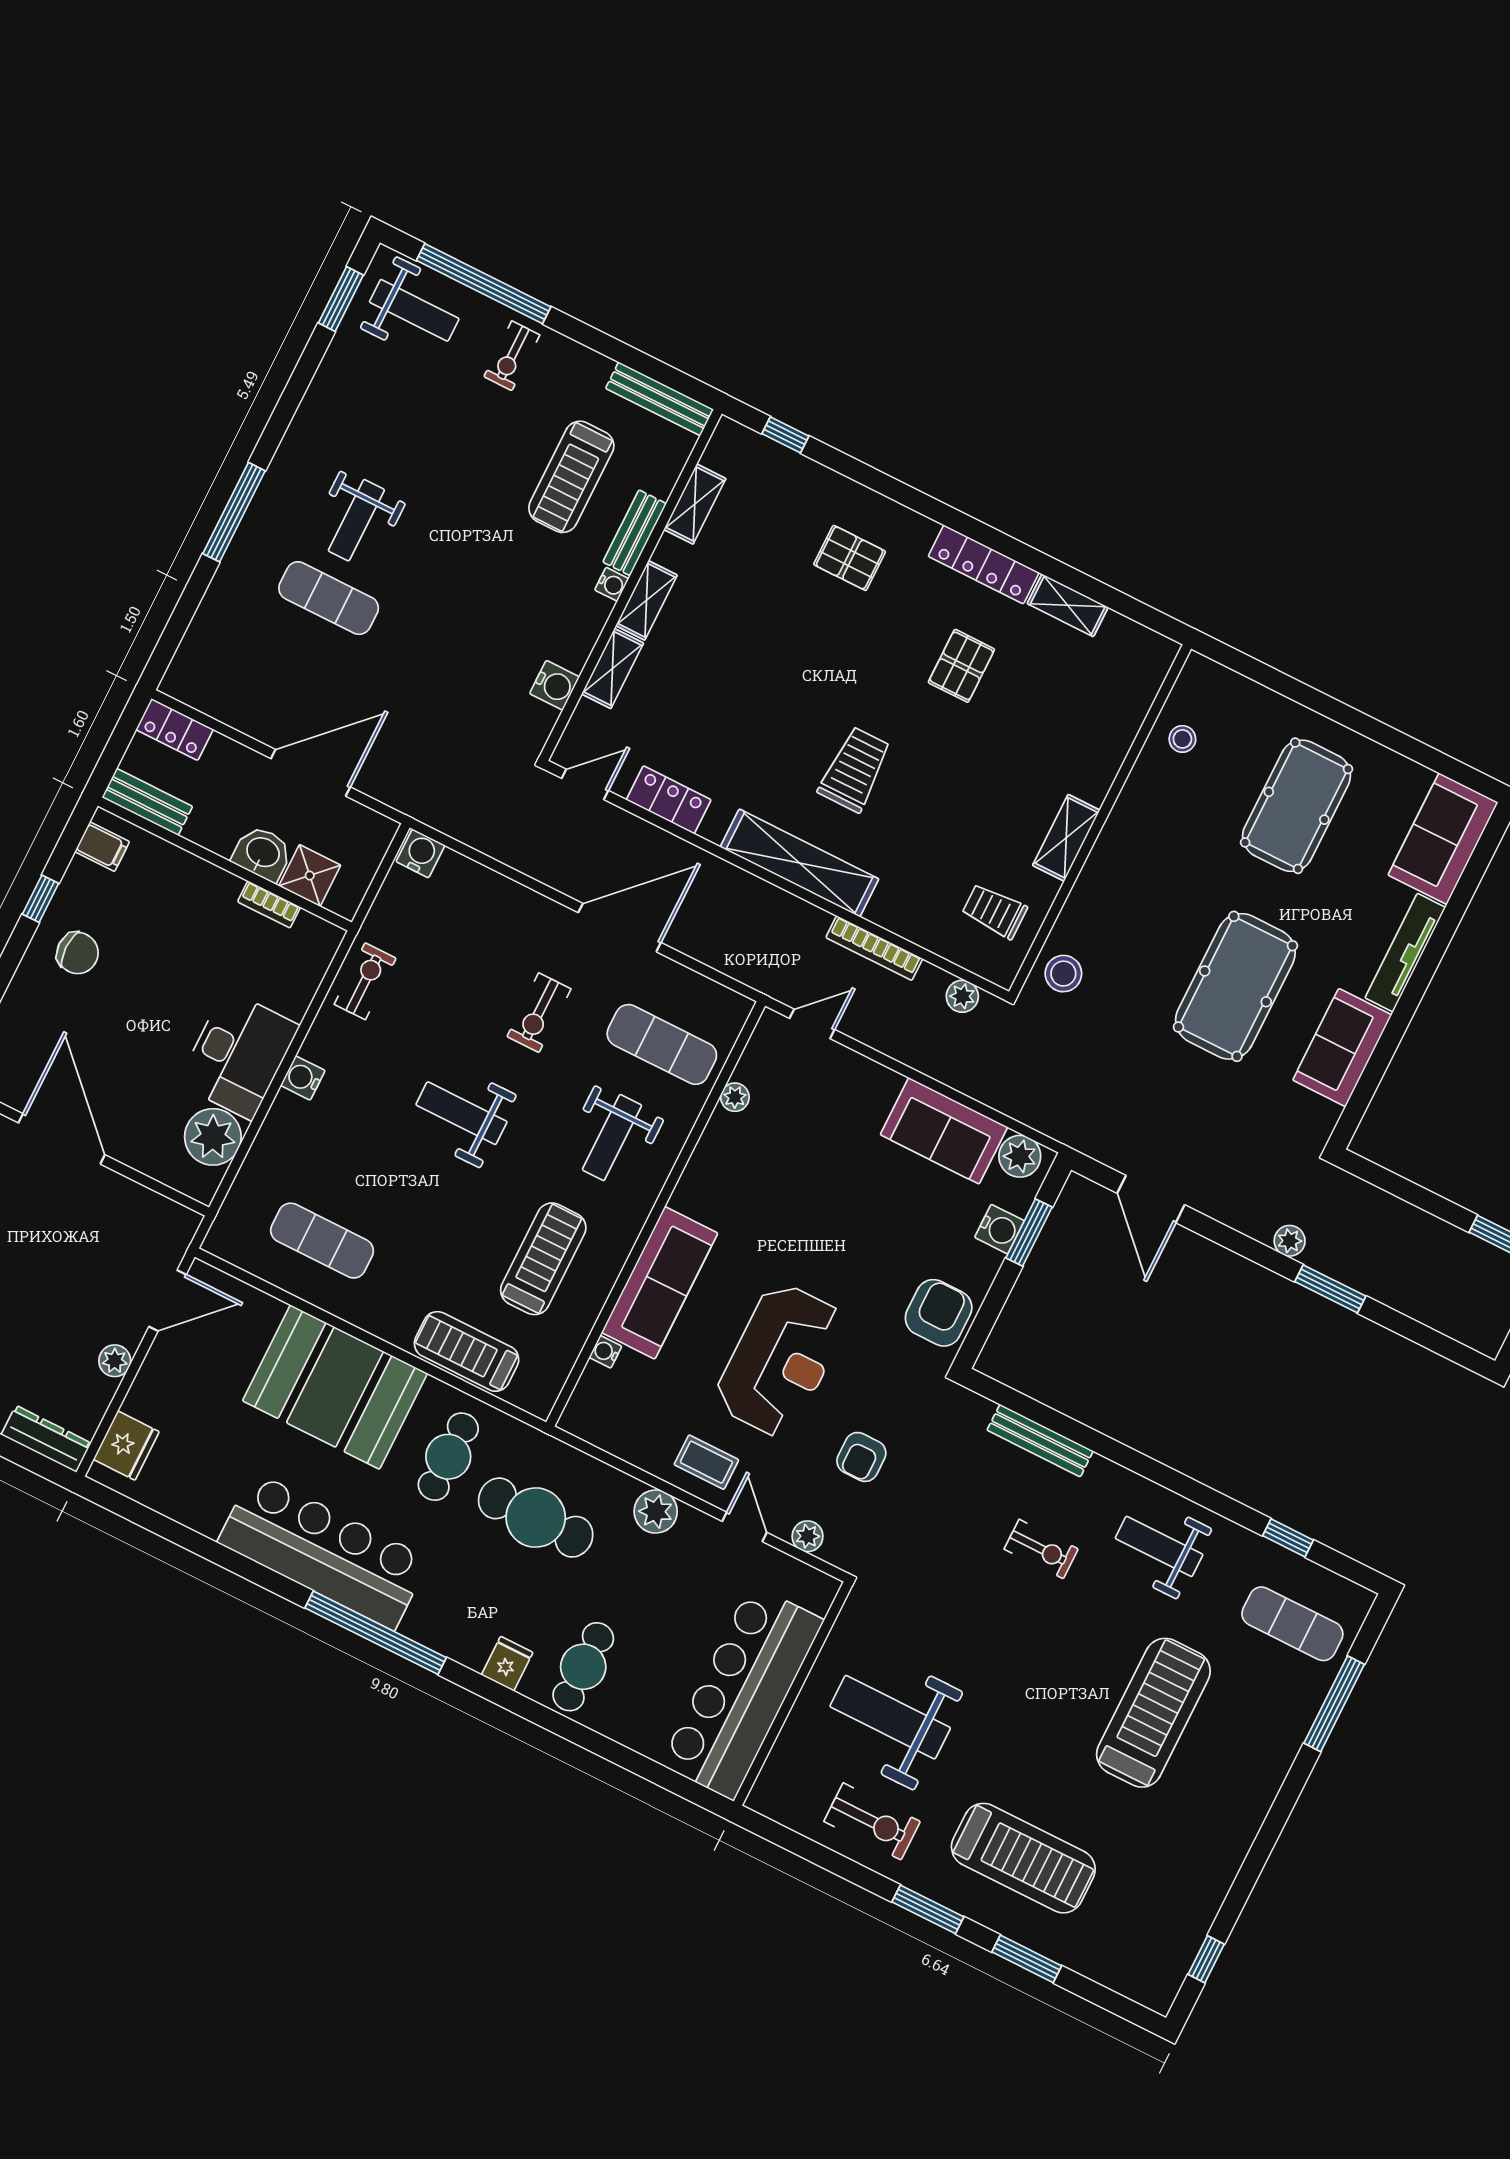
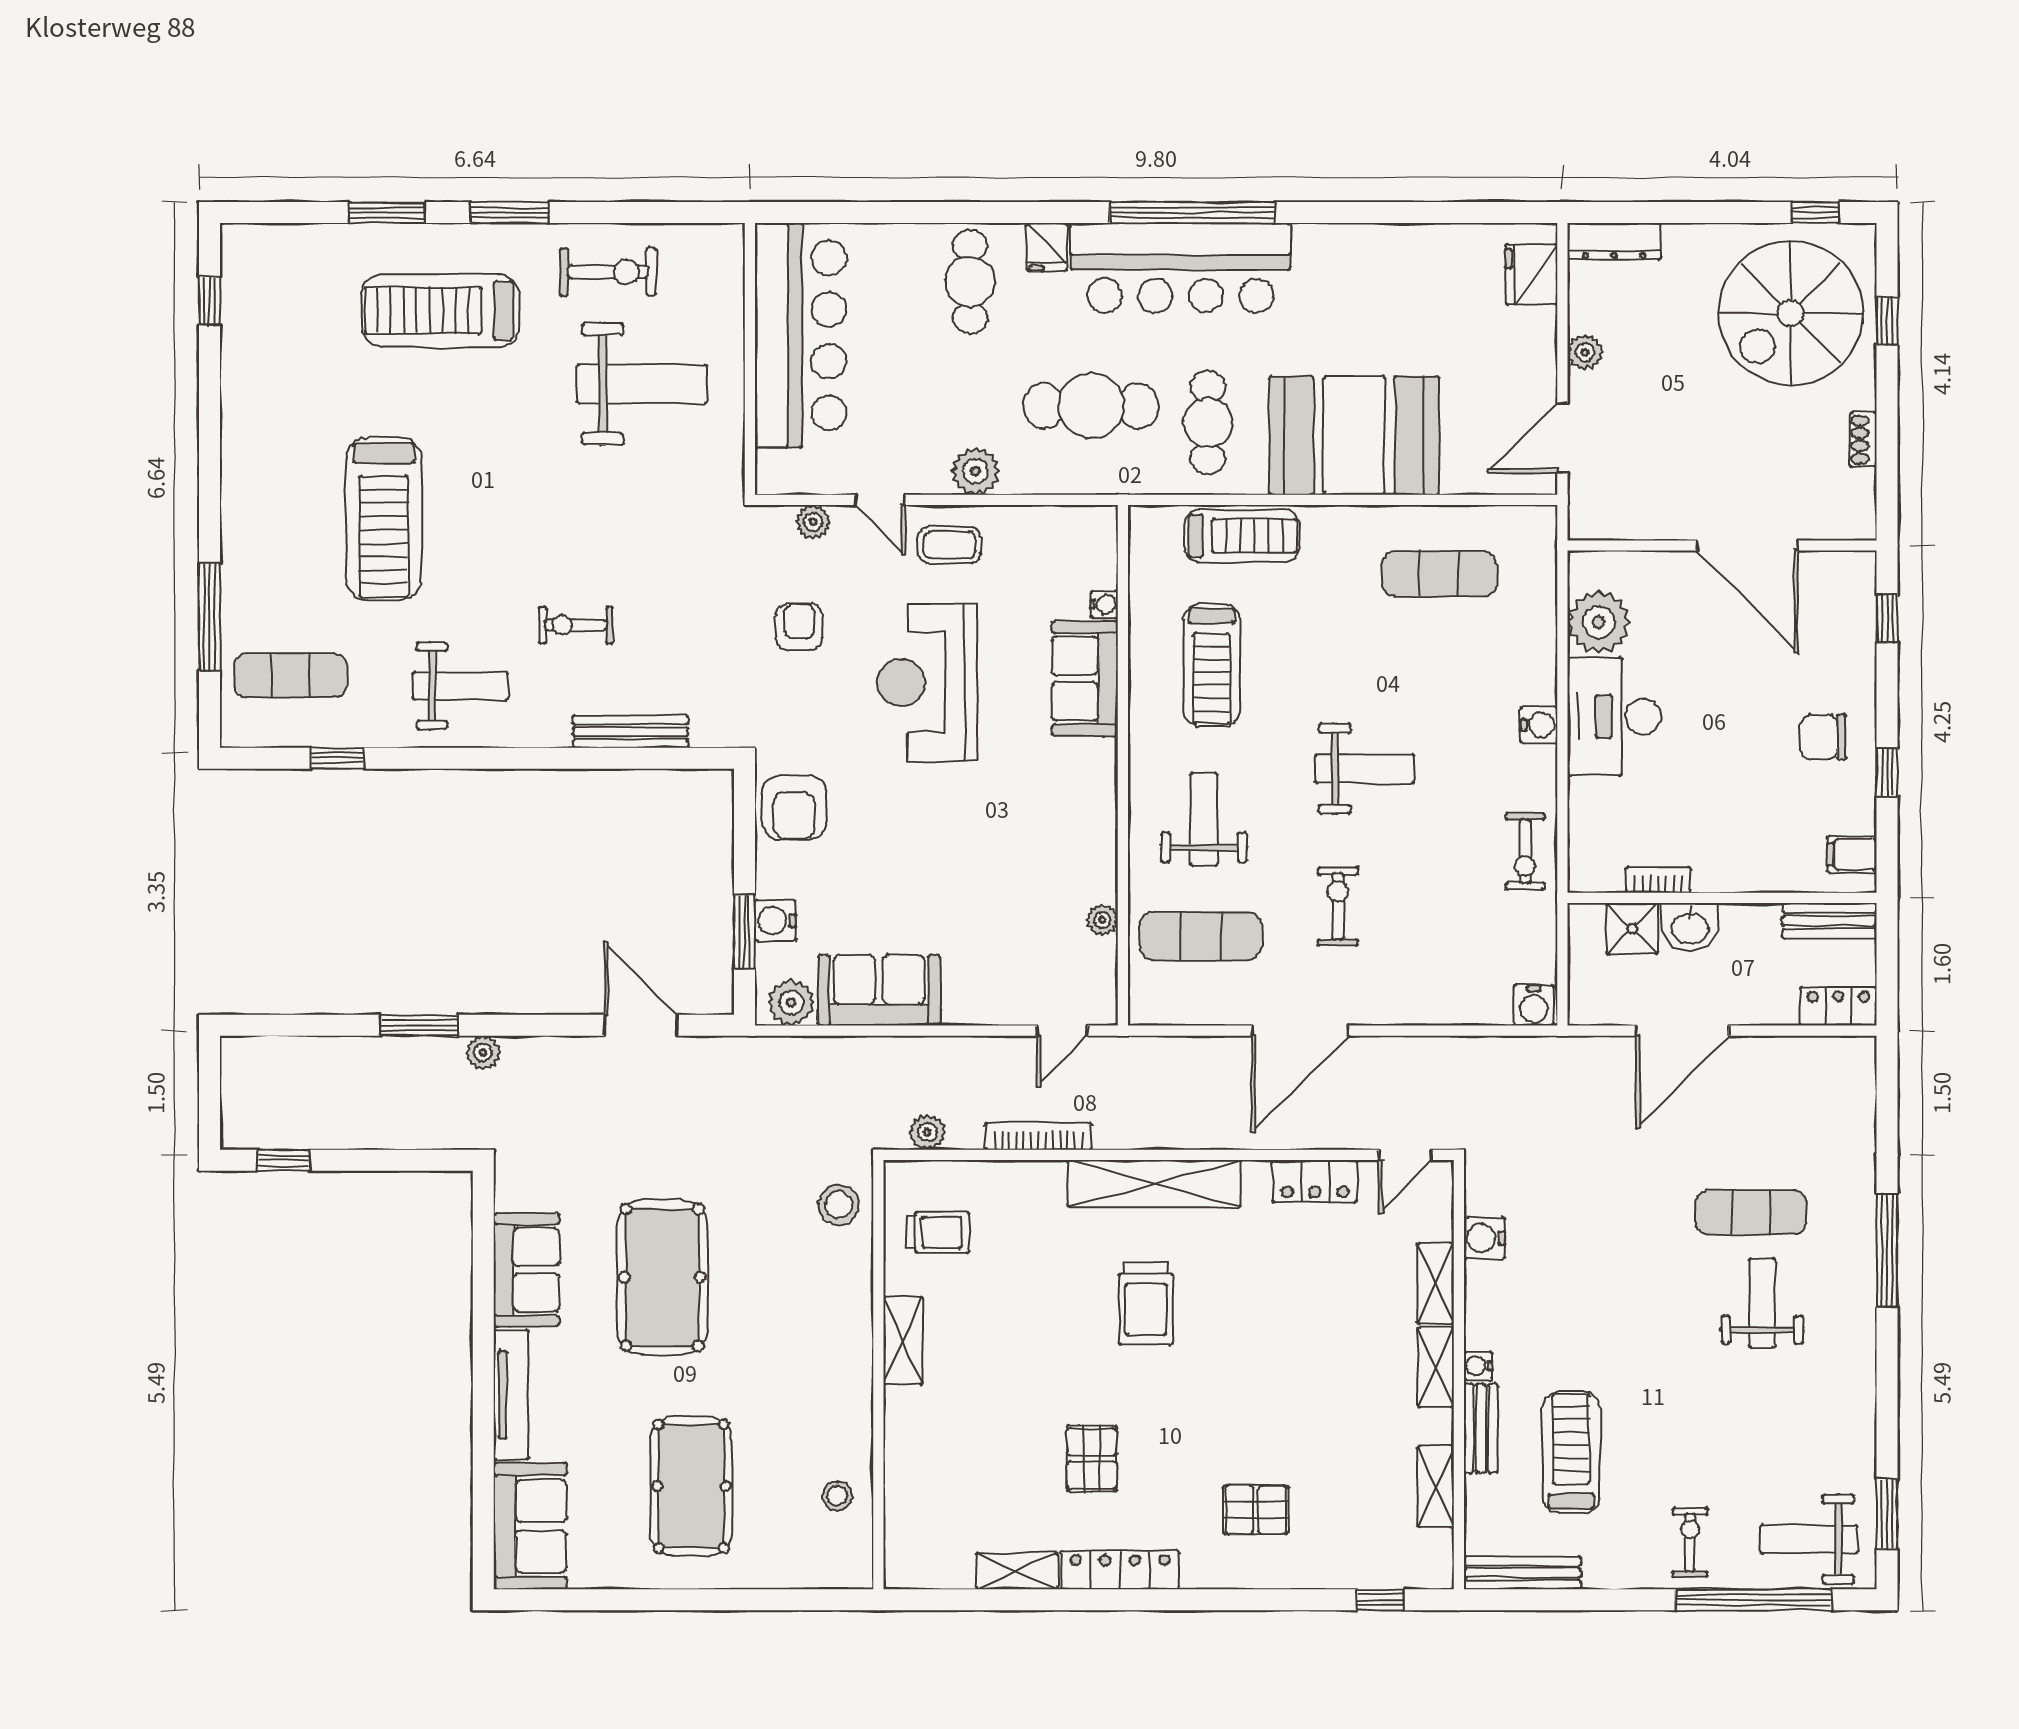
sofa: (660, 1283) -> (1085, 679), width x0.73
bar counter: (323, 1551) -> (1181, 268), moved
exercise bike: (872, 1821) -> (608, 272), turned 180

